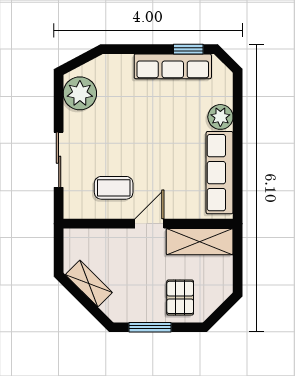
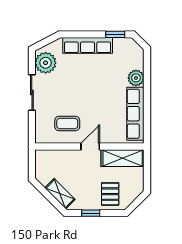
row of seats: (173, 66) -> (88, 45), moved
sliding door: (59, 160) -> (32, 93), moved
shelving: (89, 284) -> (60, 194), moved
window: (150, 327) -> (91, 213), width x0.67

